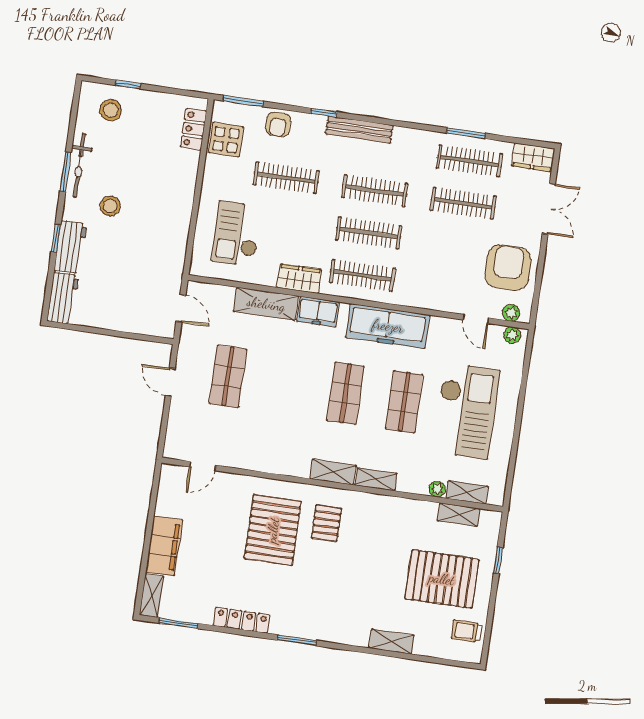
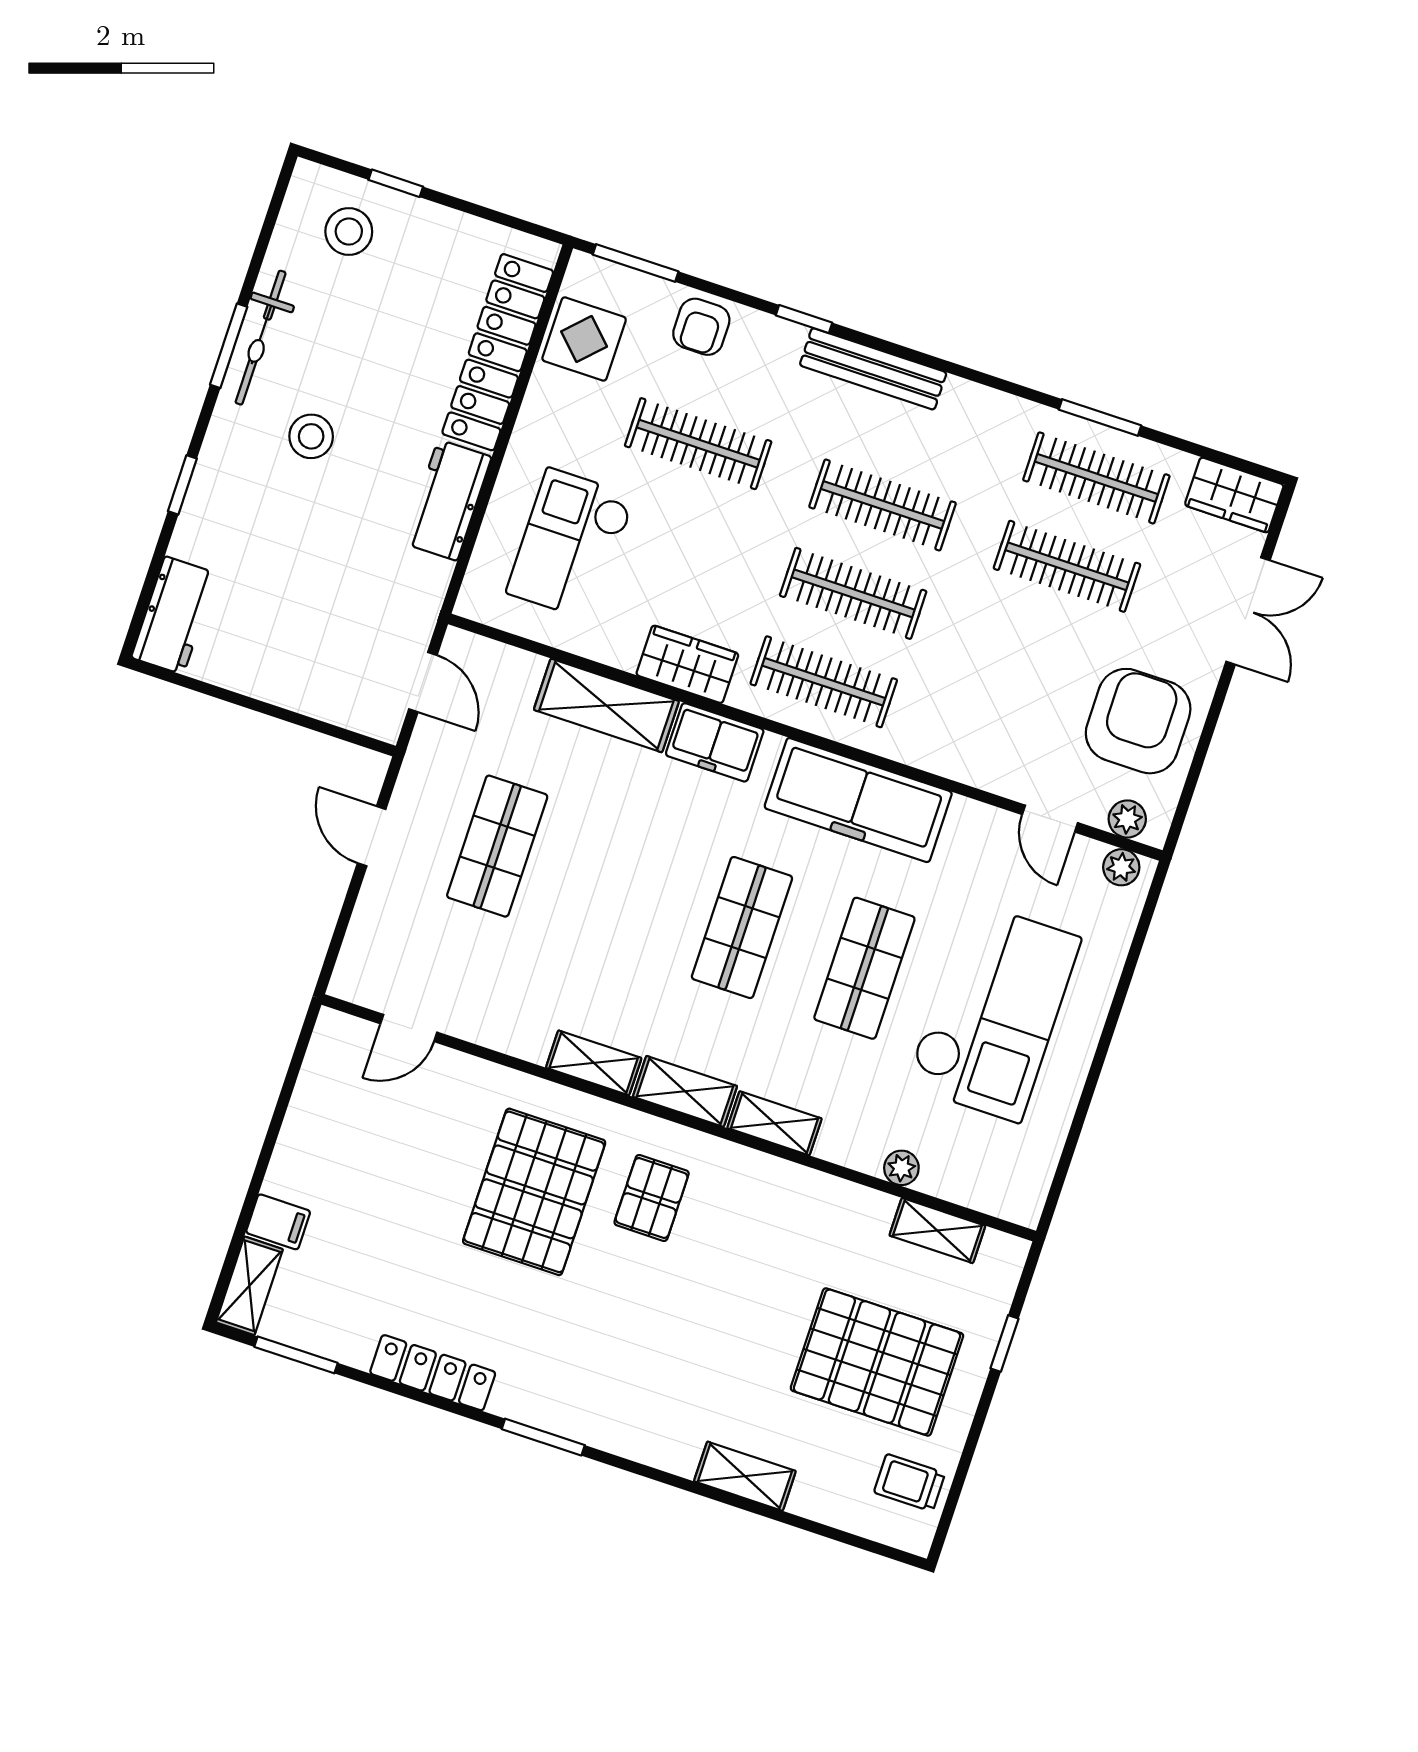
locker: (194, 129) -> (498, 352), width x2.16, depth x1.21
workbench: (70, 247) -> (448, 500), moved, turned 180
shelving: (467, 492) -> (594, 1063), moved
filing cabinet: (164, 546) -> (278, 1222), width x0.33, depth x0.86

